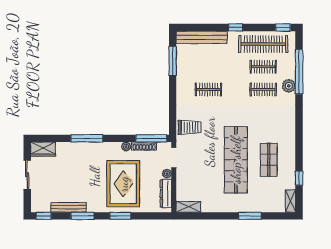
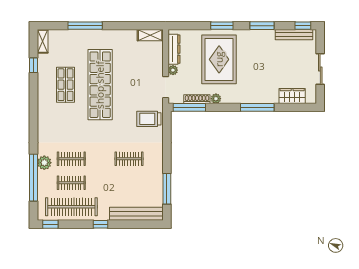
wardrobe: (43, 149) -> (292, 96), moved
bench: (68, 207) -> (294, 35), moved
window: (250, 216) -> (85, 26), width x1.44

